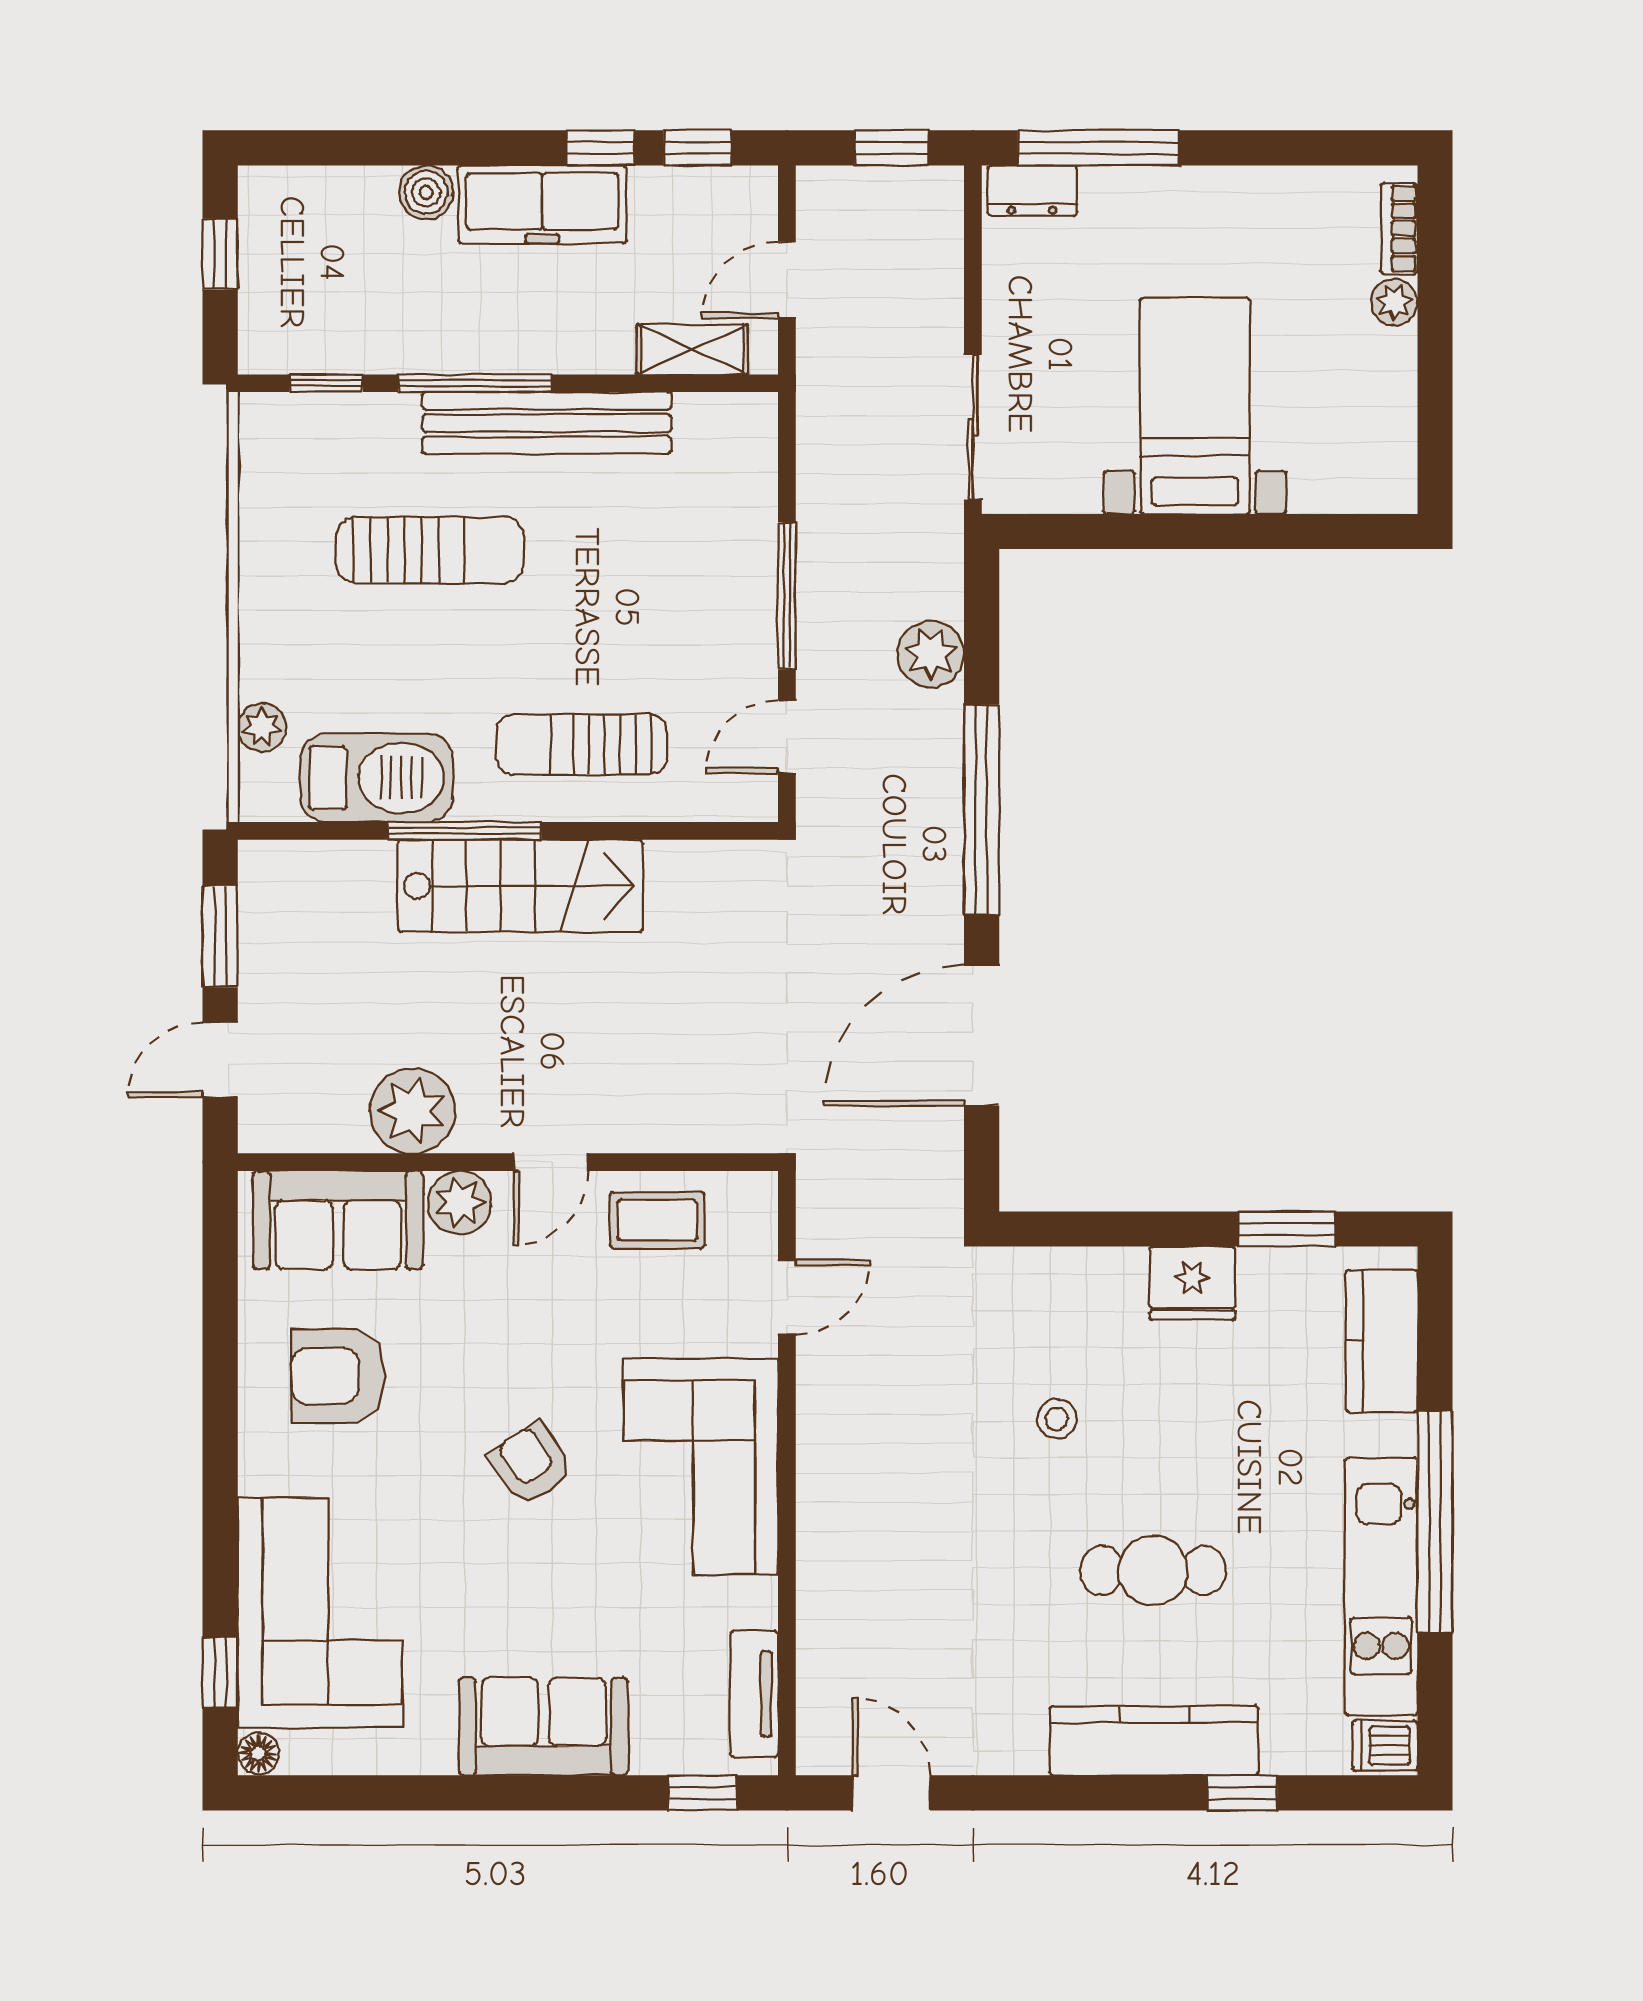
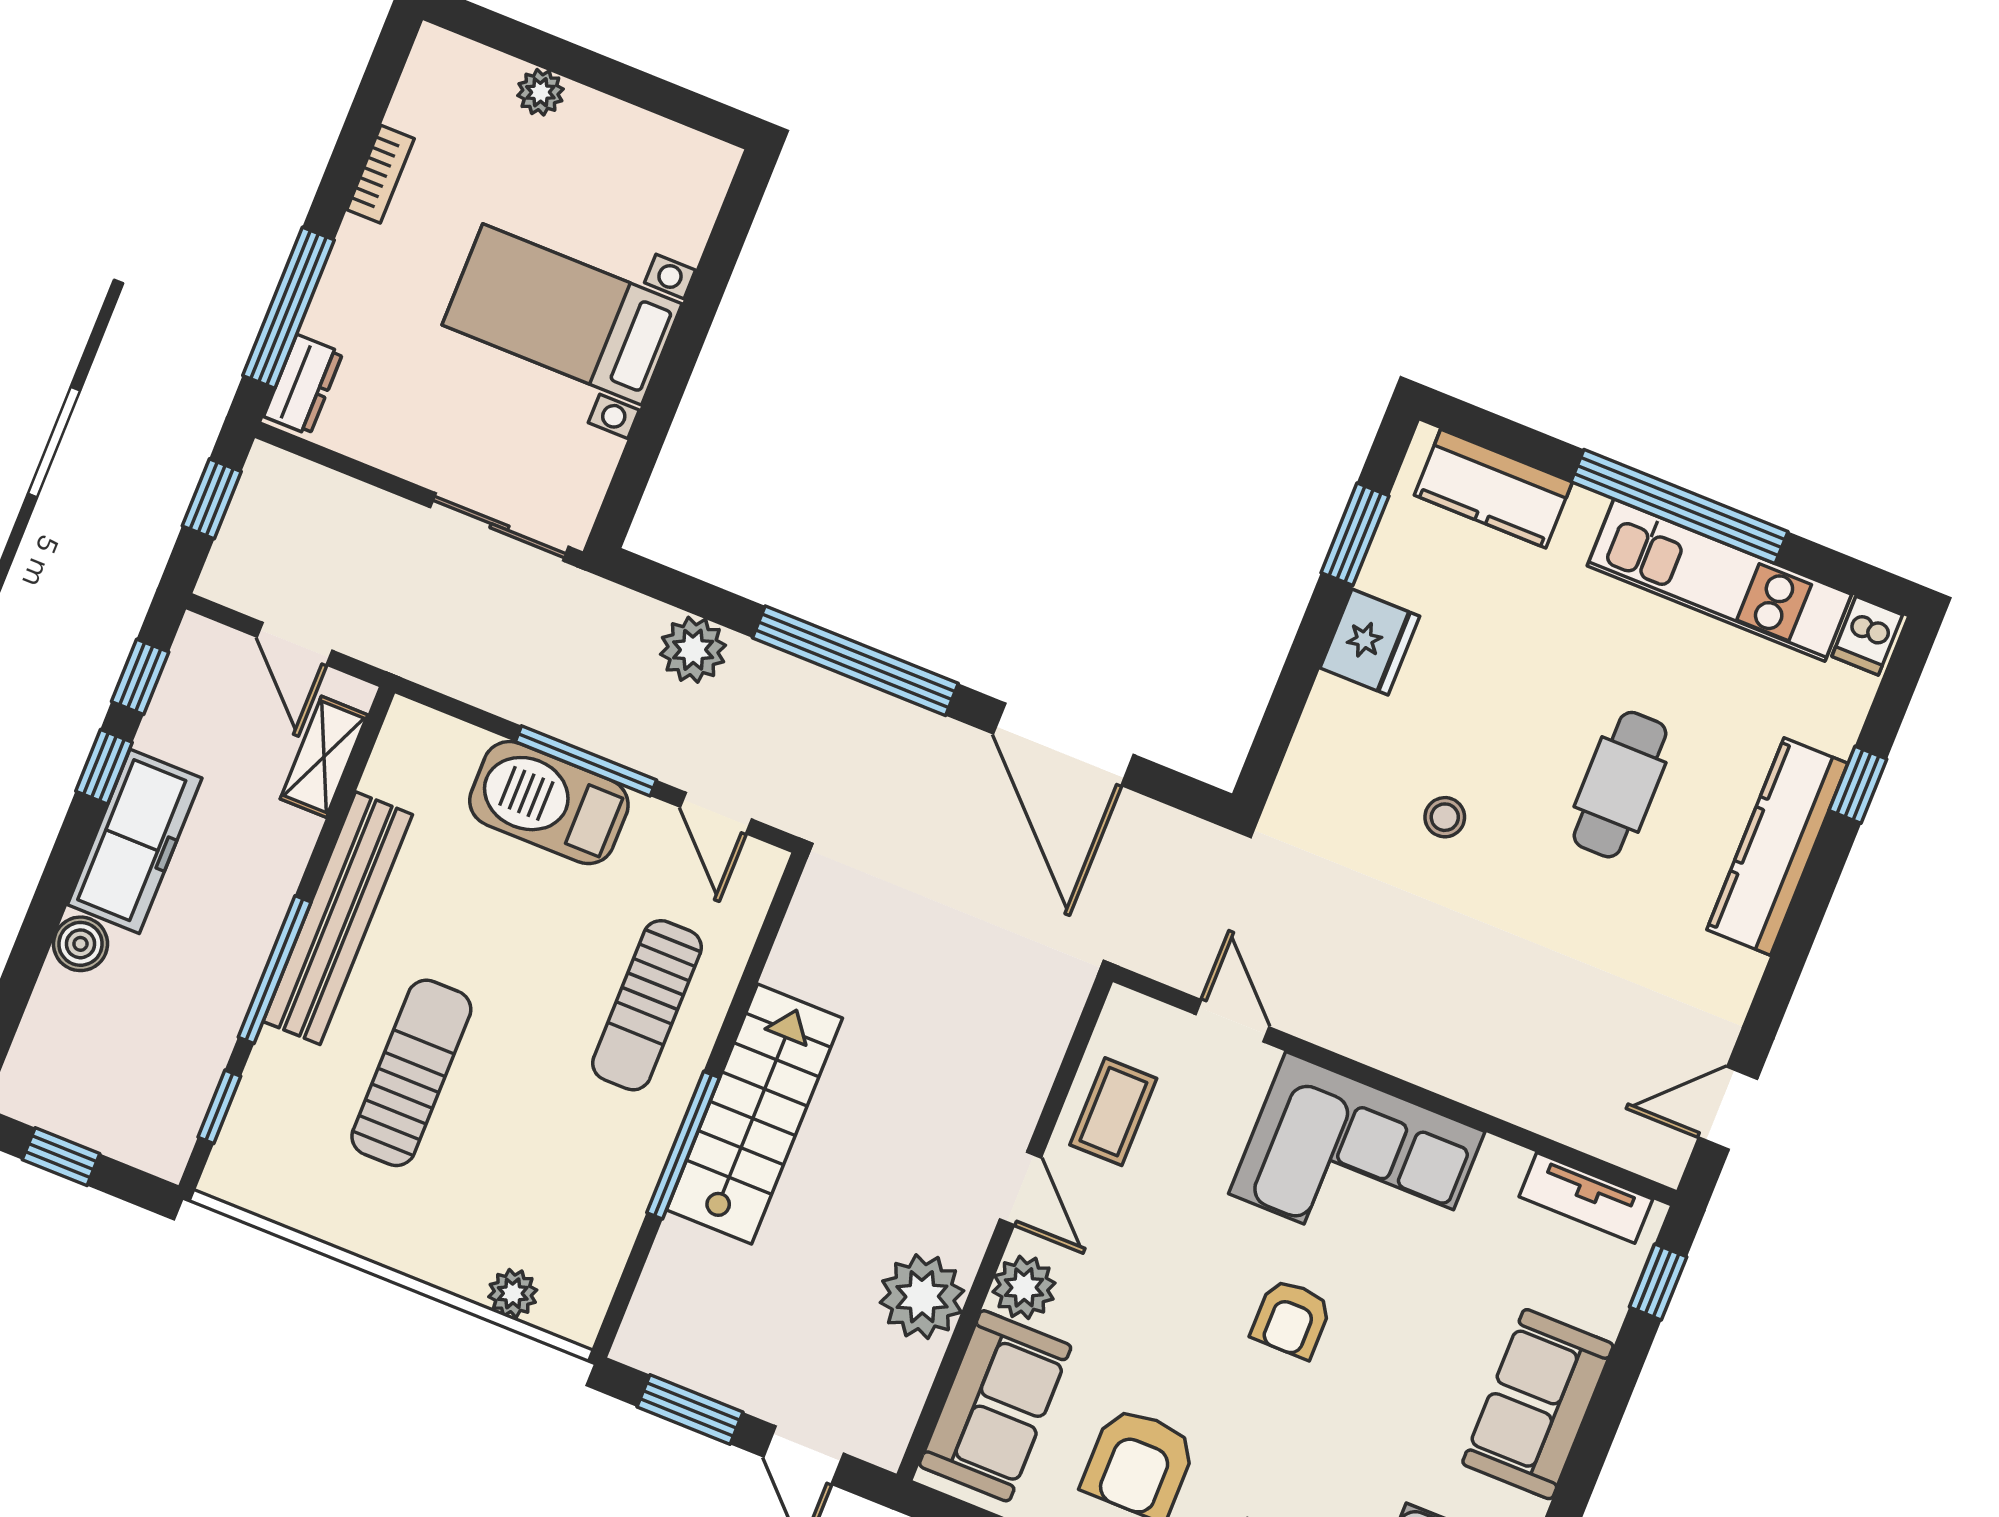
bookcase: (1399, 229) -> (381, 174), moved, turned -90
barbecue: (377, 778) -> (549, 803), moved, turned -90
armchair: (531, 1464) -> (1291, 1319), turned -56

